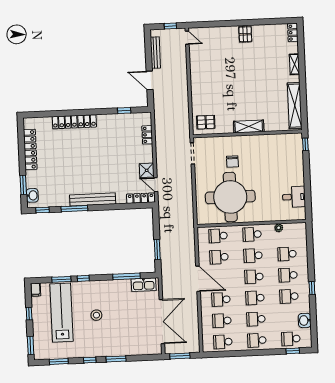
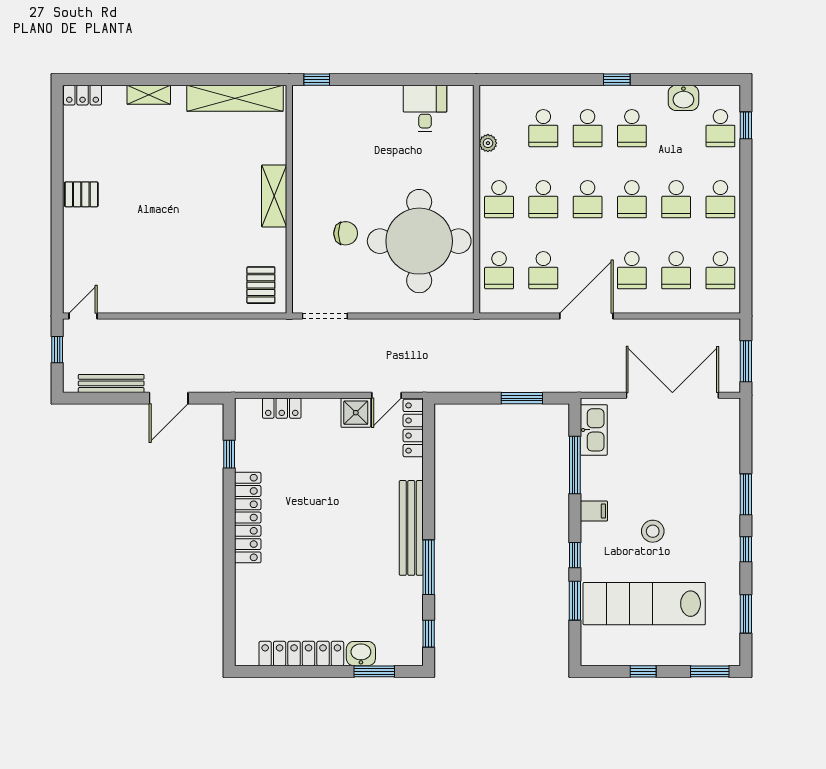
locker: (74, 122) -> (248, 518), moved
washbasin: (32, 195) -> (361, 654), moved
filing cabinet: (36, 290) -> (594, 511), moved

